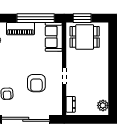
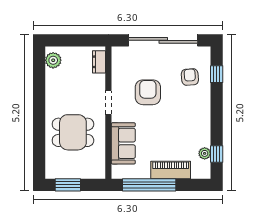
window: (82, 18) -> (68, 185), moved
sofa: (54, 37) -> (123, 143), moved
dining table: (85, 37) -> (73, 132), moved

